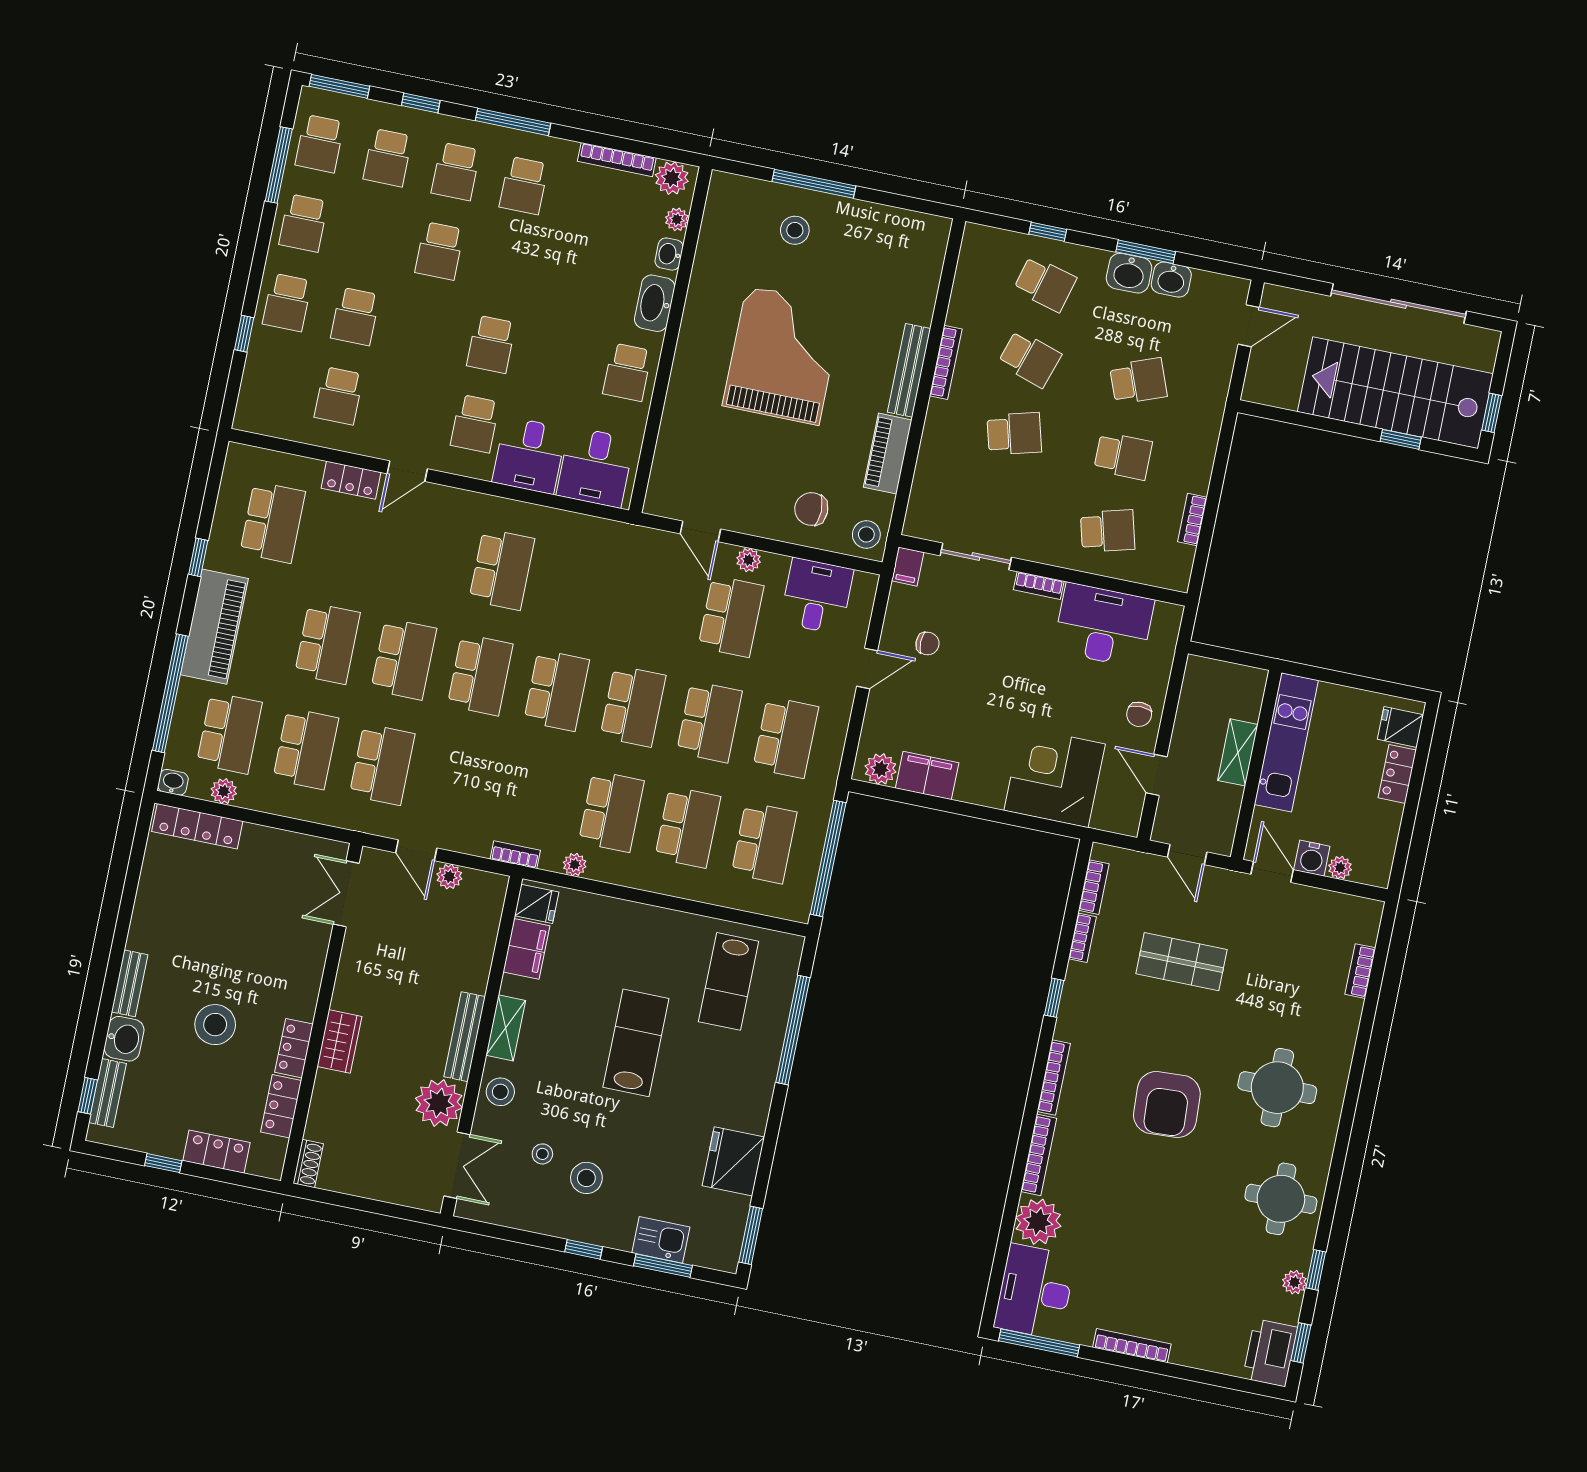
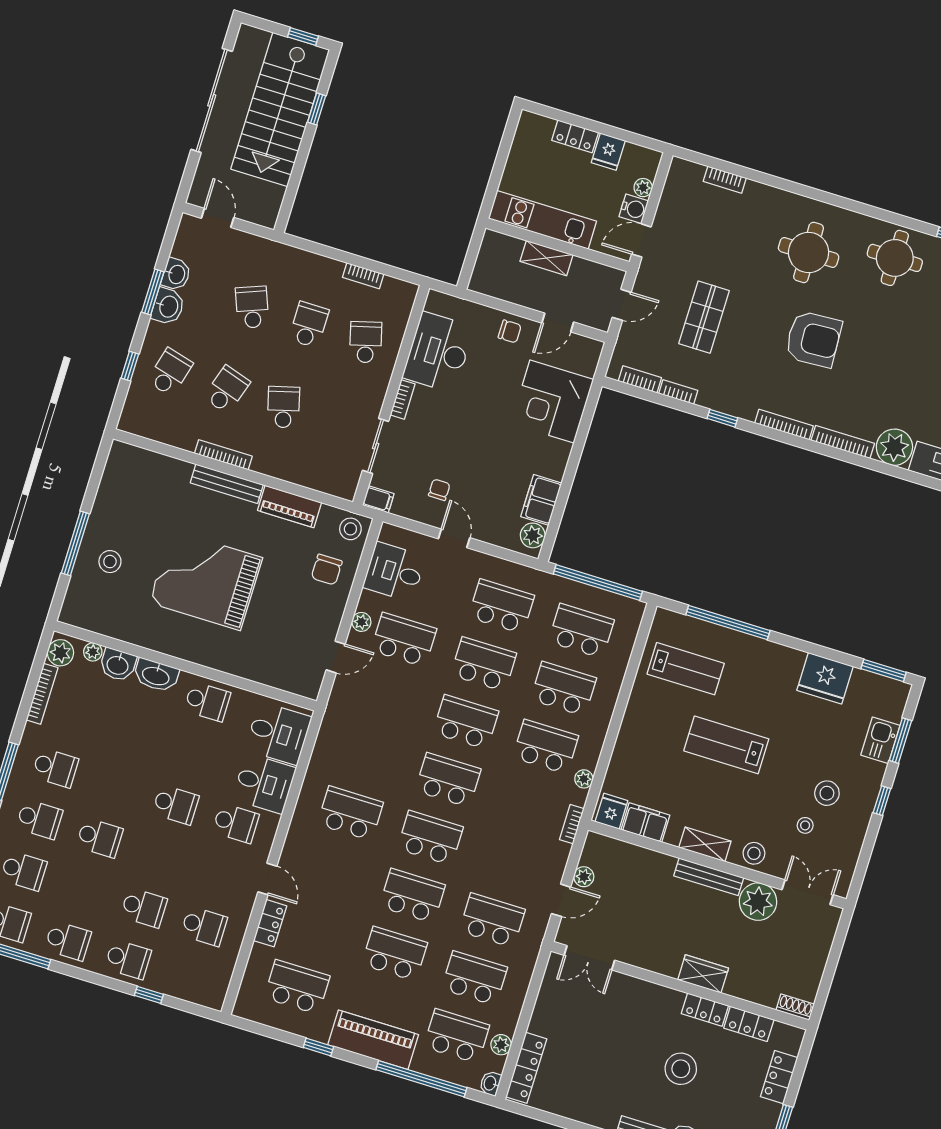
washbasin: (669, 254) -> (118, 665), width x1.38, depth x1.45
fridge: (1400, 727) -> (608, 152), moved

